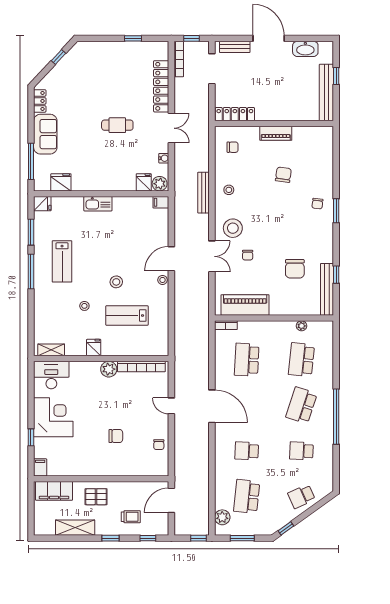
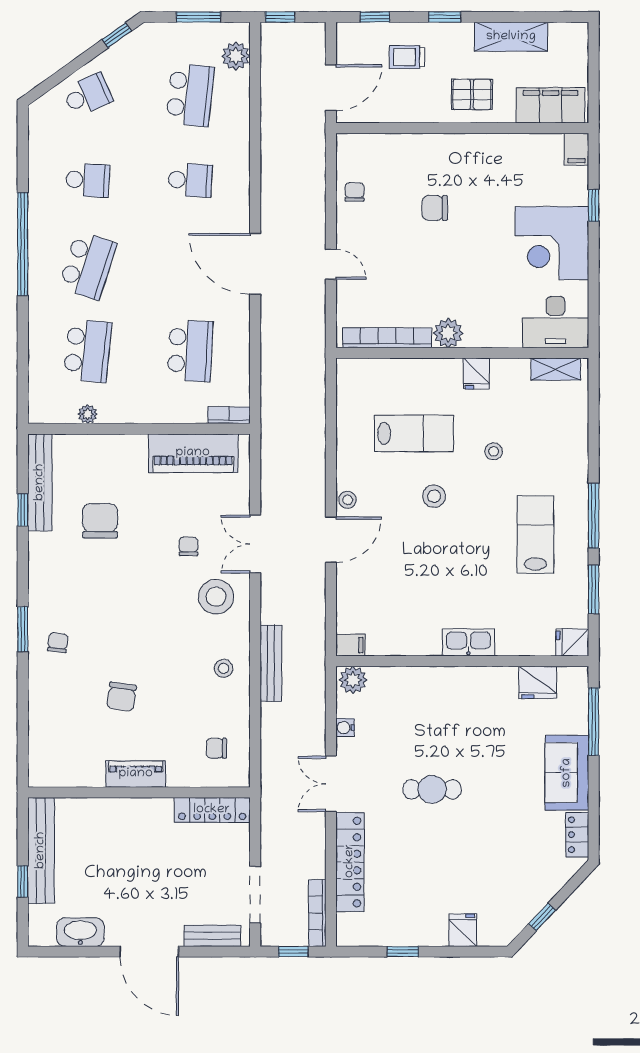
fridge: (144, 182) -> (463, 930), moved, turned 180

